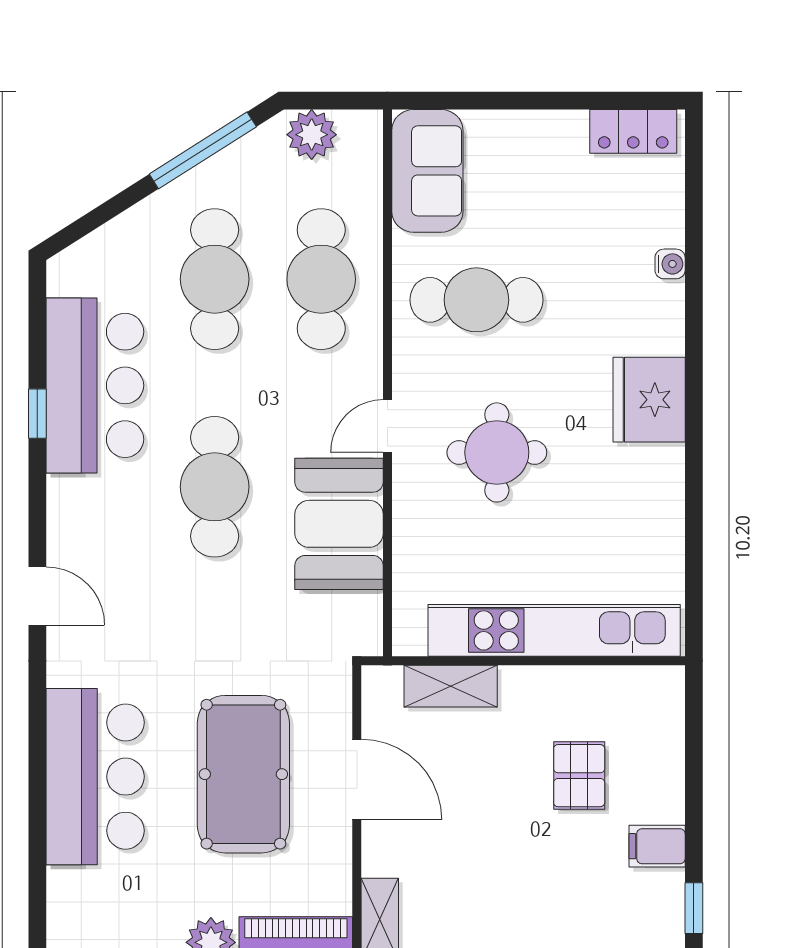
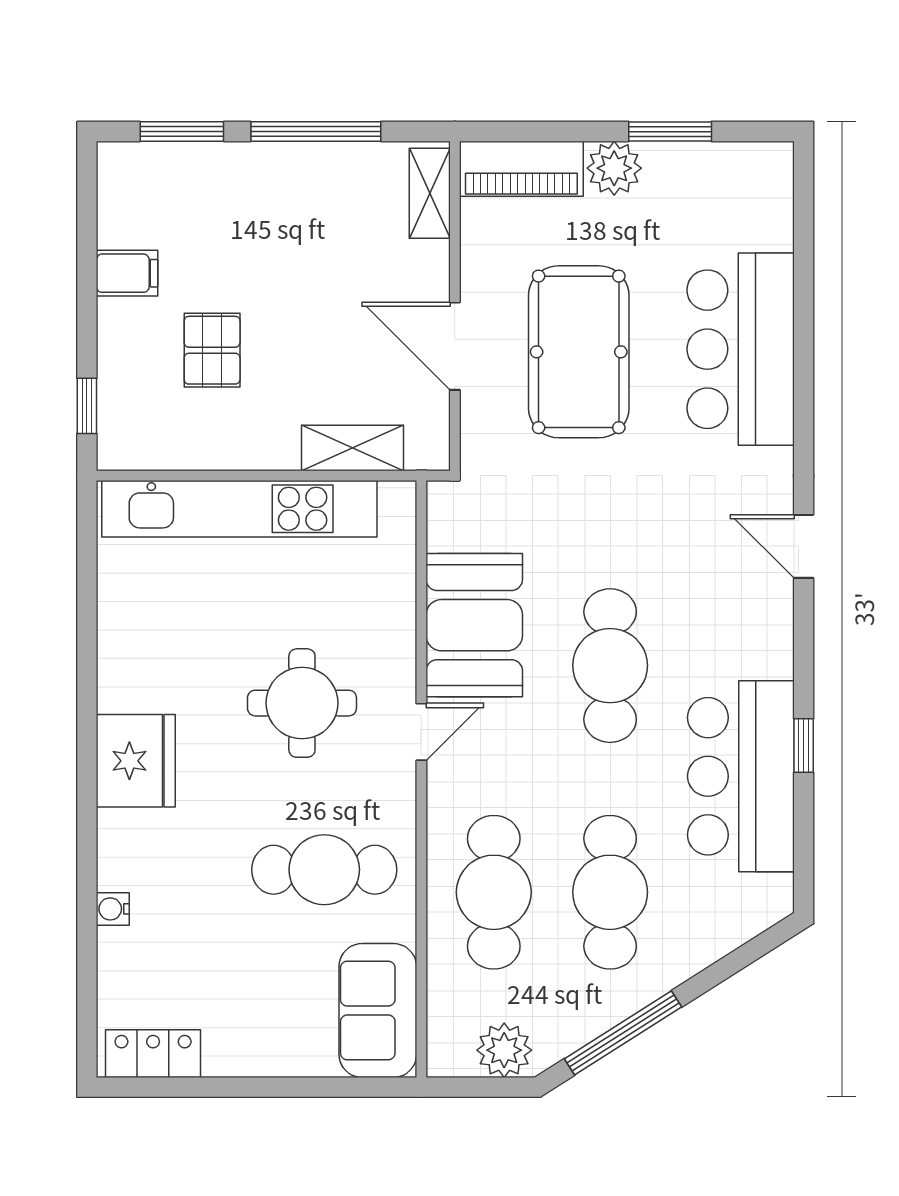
window: (694, 908) -> (87, 406), moved

